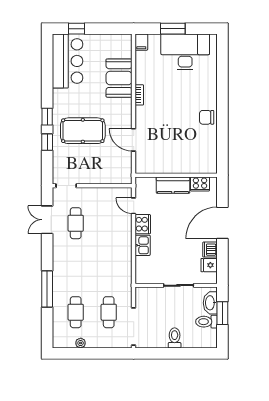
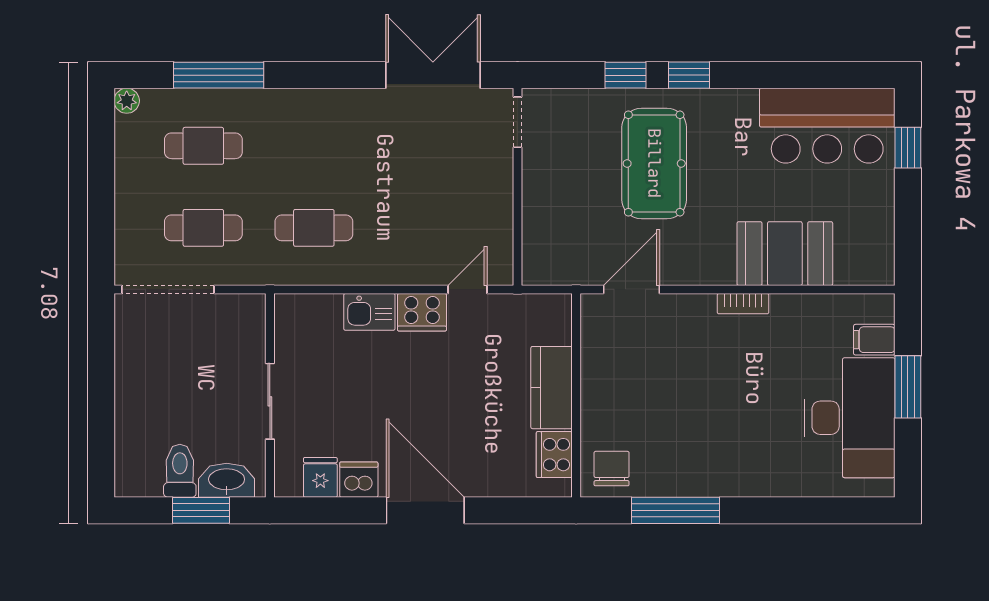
filing cabinet: (141, 42) -> (874, 340), moved
chair: (207, 117) -> (612, 469), moved
window: (222, 122) -> (675, 510), added
wall: (176, 175) -> (576, 395), moved
cooker: (200, 184) -> (554, 455), moved
kitchen counter: (173, 185) -> (552, 388), moved
double door: (47, 220) -> (433, 75), width x1.37
cafe table: (76, 223) -> (314, 228), moved
window: (47, 289) -> (219, 75), moved
toilet: (175, 338) -> (139, 391), removed
plant: (81, 343) -> (127, 101), moved

